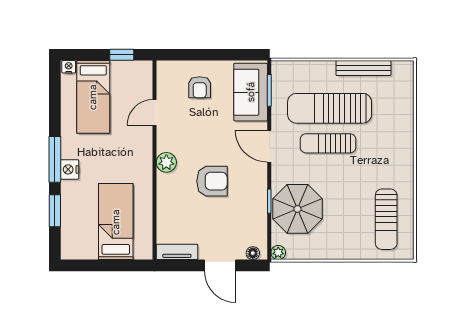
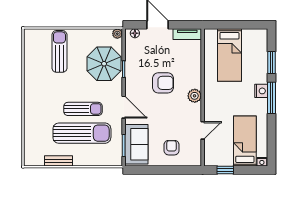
bench: (363, 68) -> (59, 161), width x0.73
armchair: (212, 181) -> (163, 83), turned 180
sun lounger: (386, 219) -> (59, 51), moved

